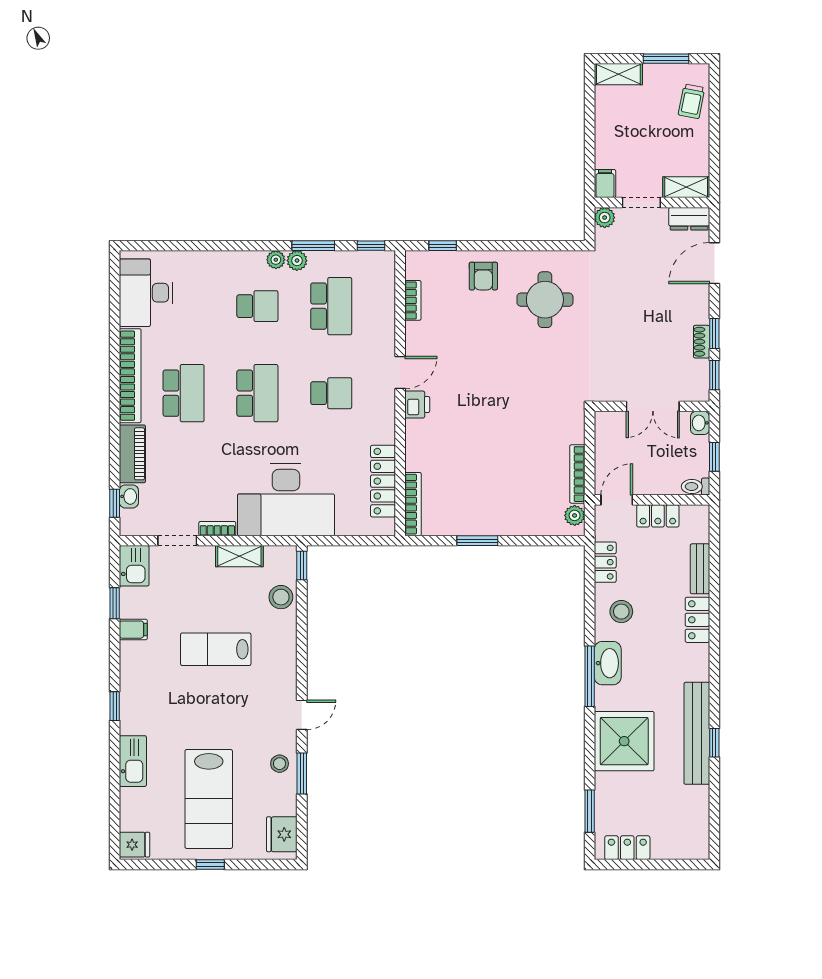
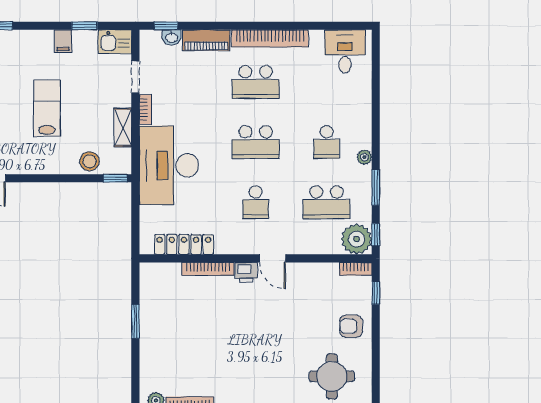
plant: (297, 261) -> (357, 239), moved, width x1.88, depth x1.88
desk: (146, 293) -> (345, 51), width x0.73
bookcase: (413, 300) -> (356, 269), moved
bookcase: (413, 504) -> (208, 269), moved

